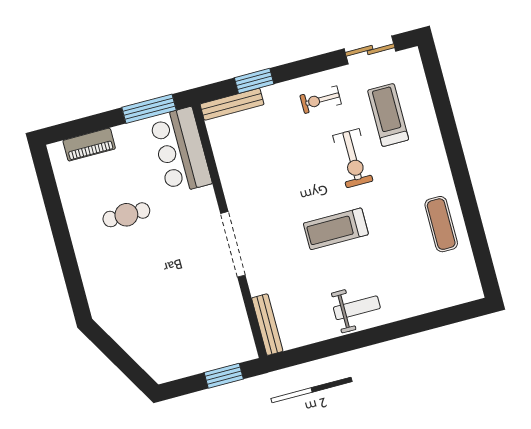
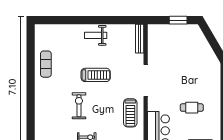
treadmill: (388, 115) -> (130, 113), moved
window: (224, 376) -> (178, 20), moved

